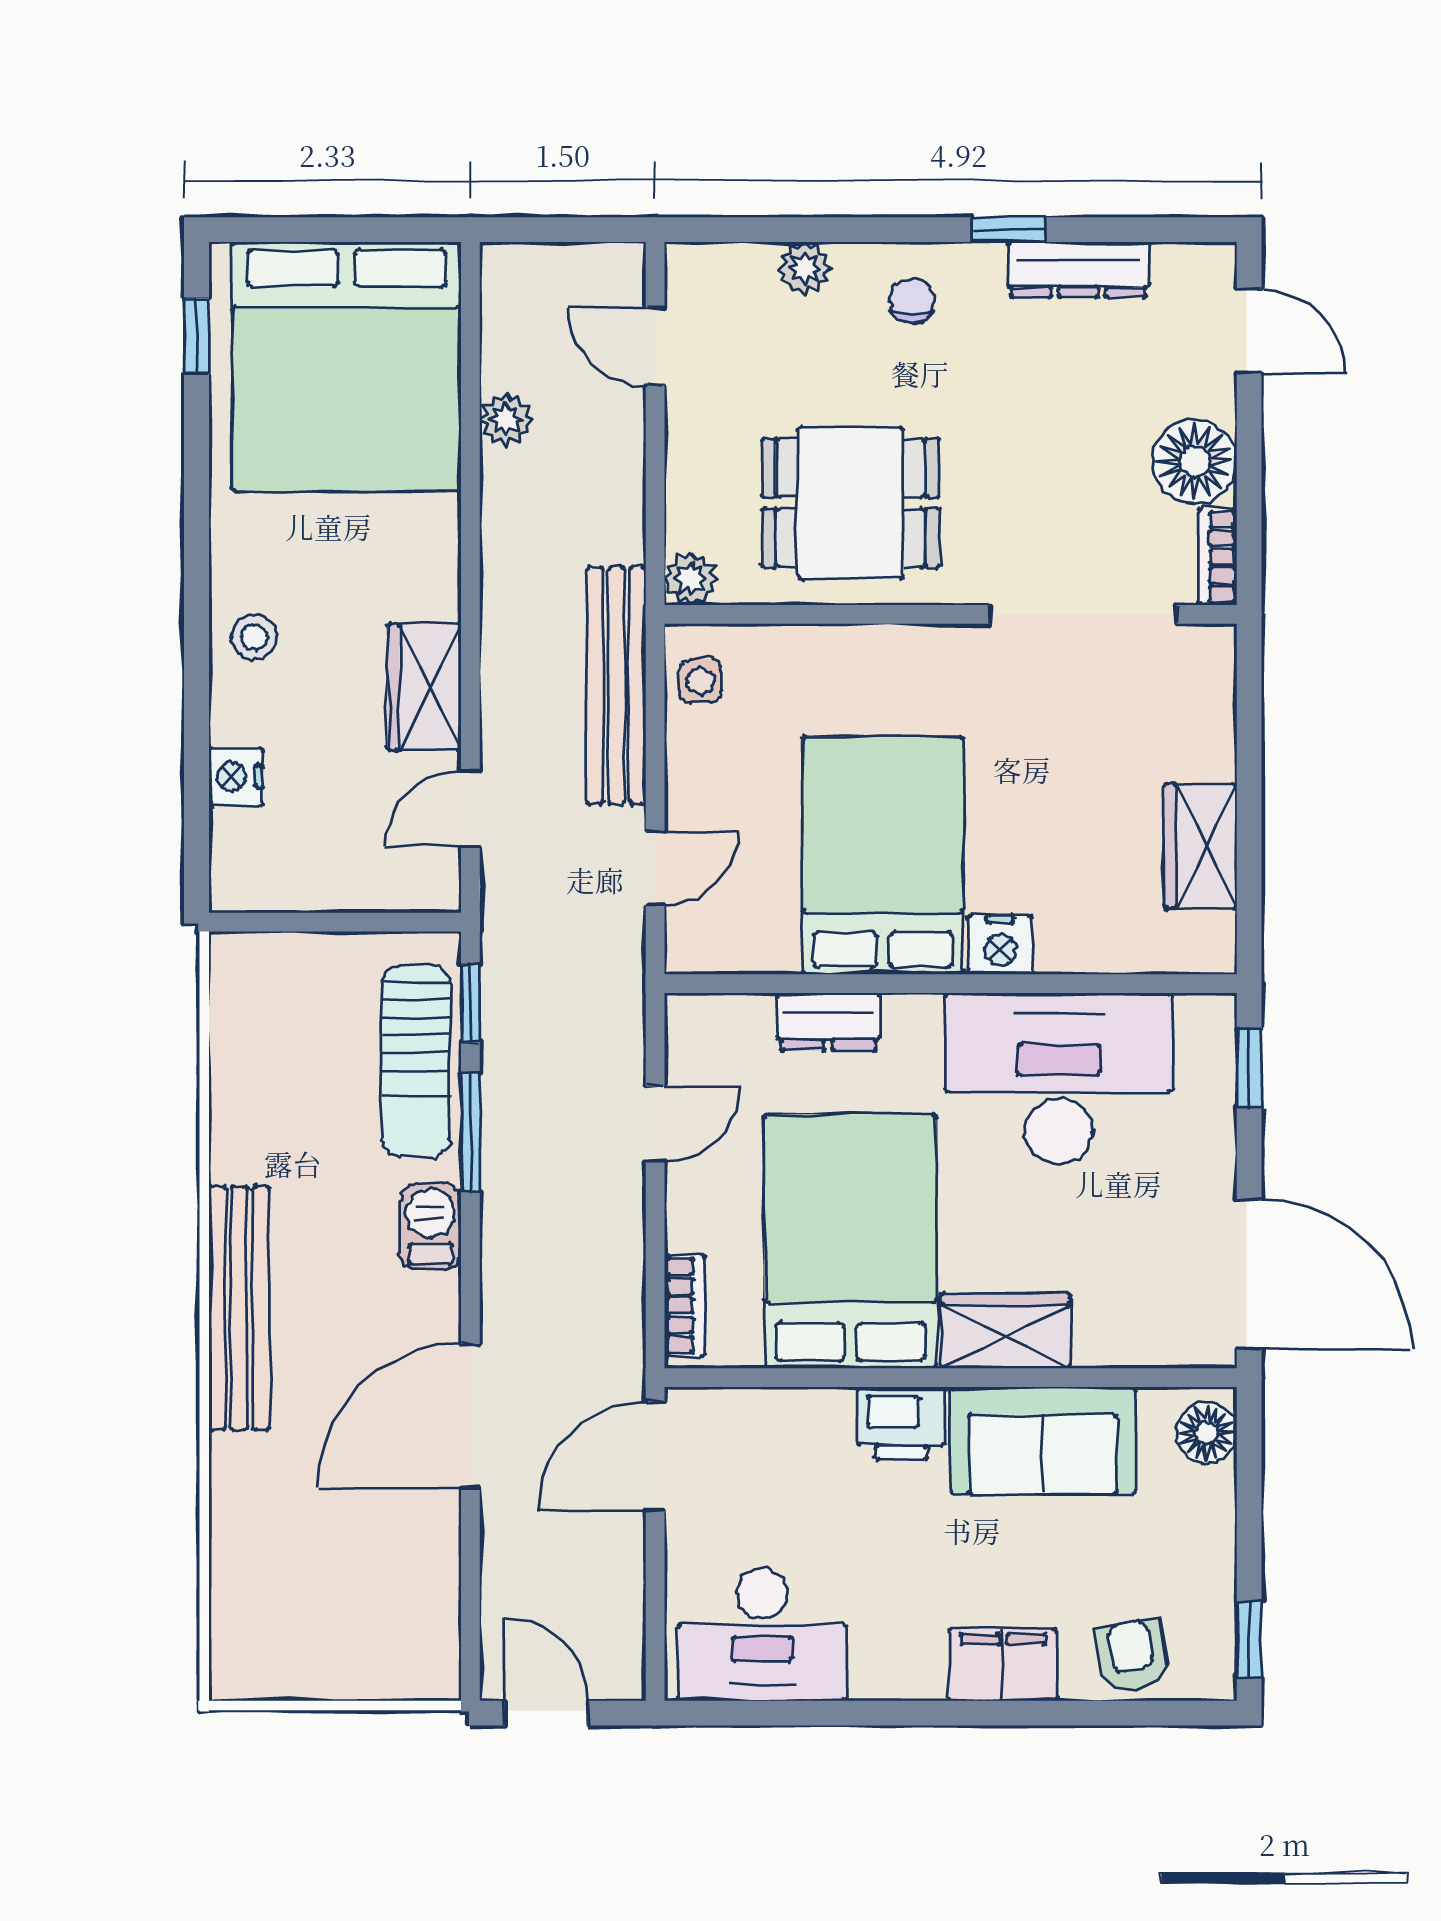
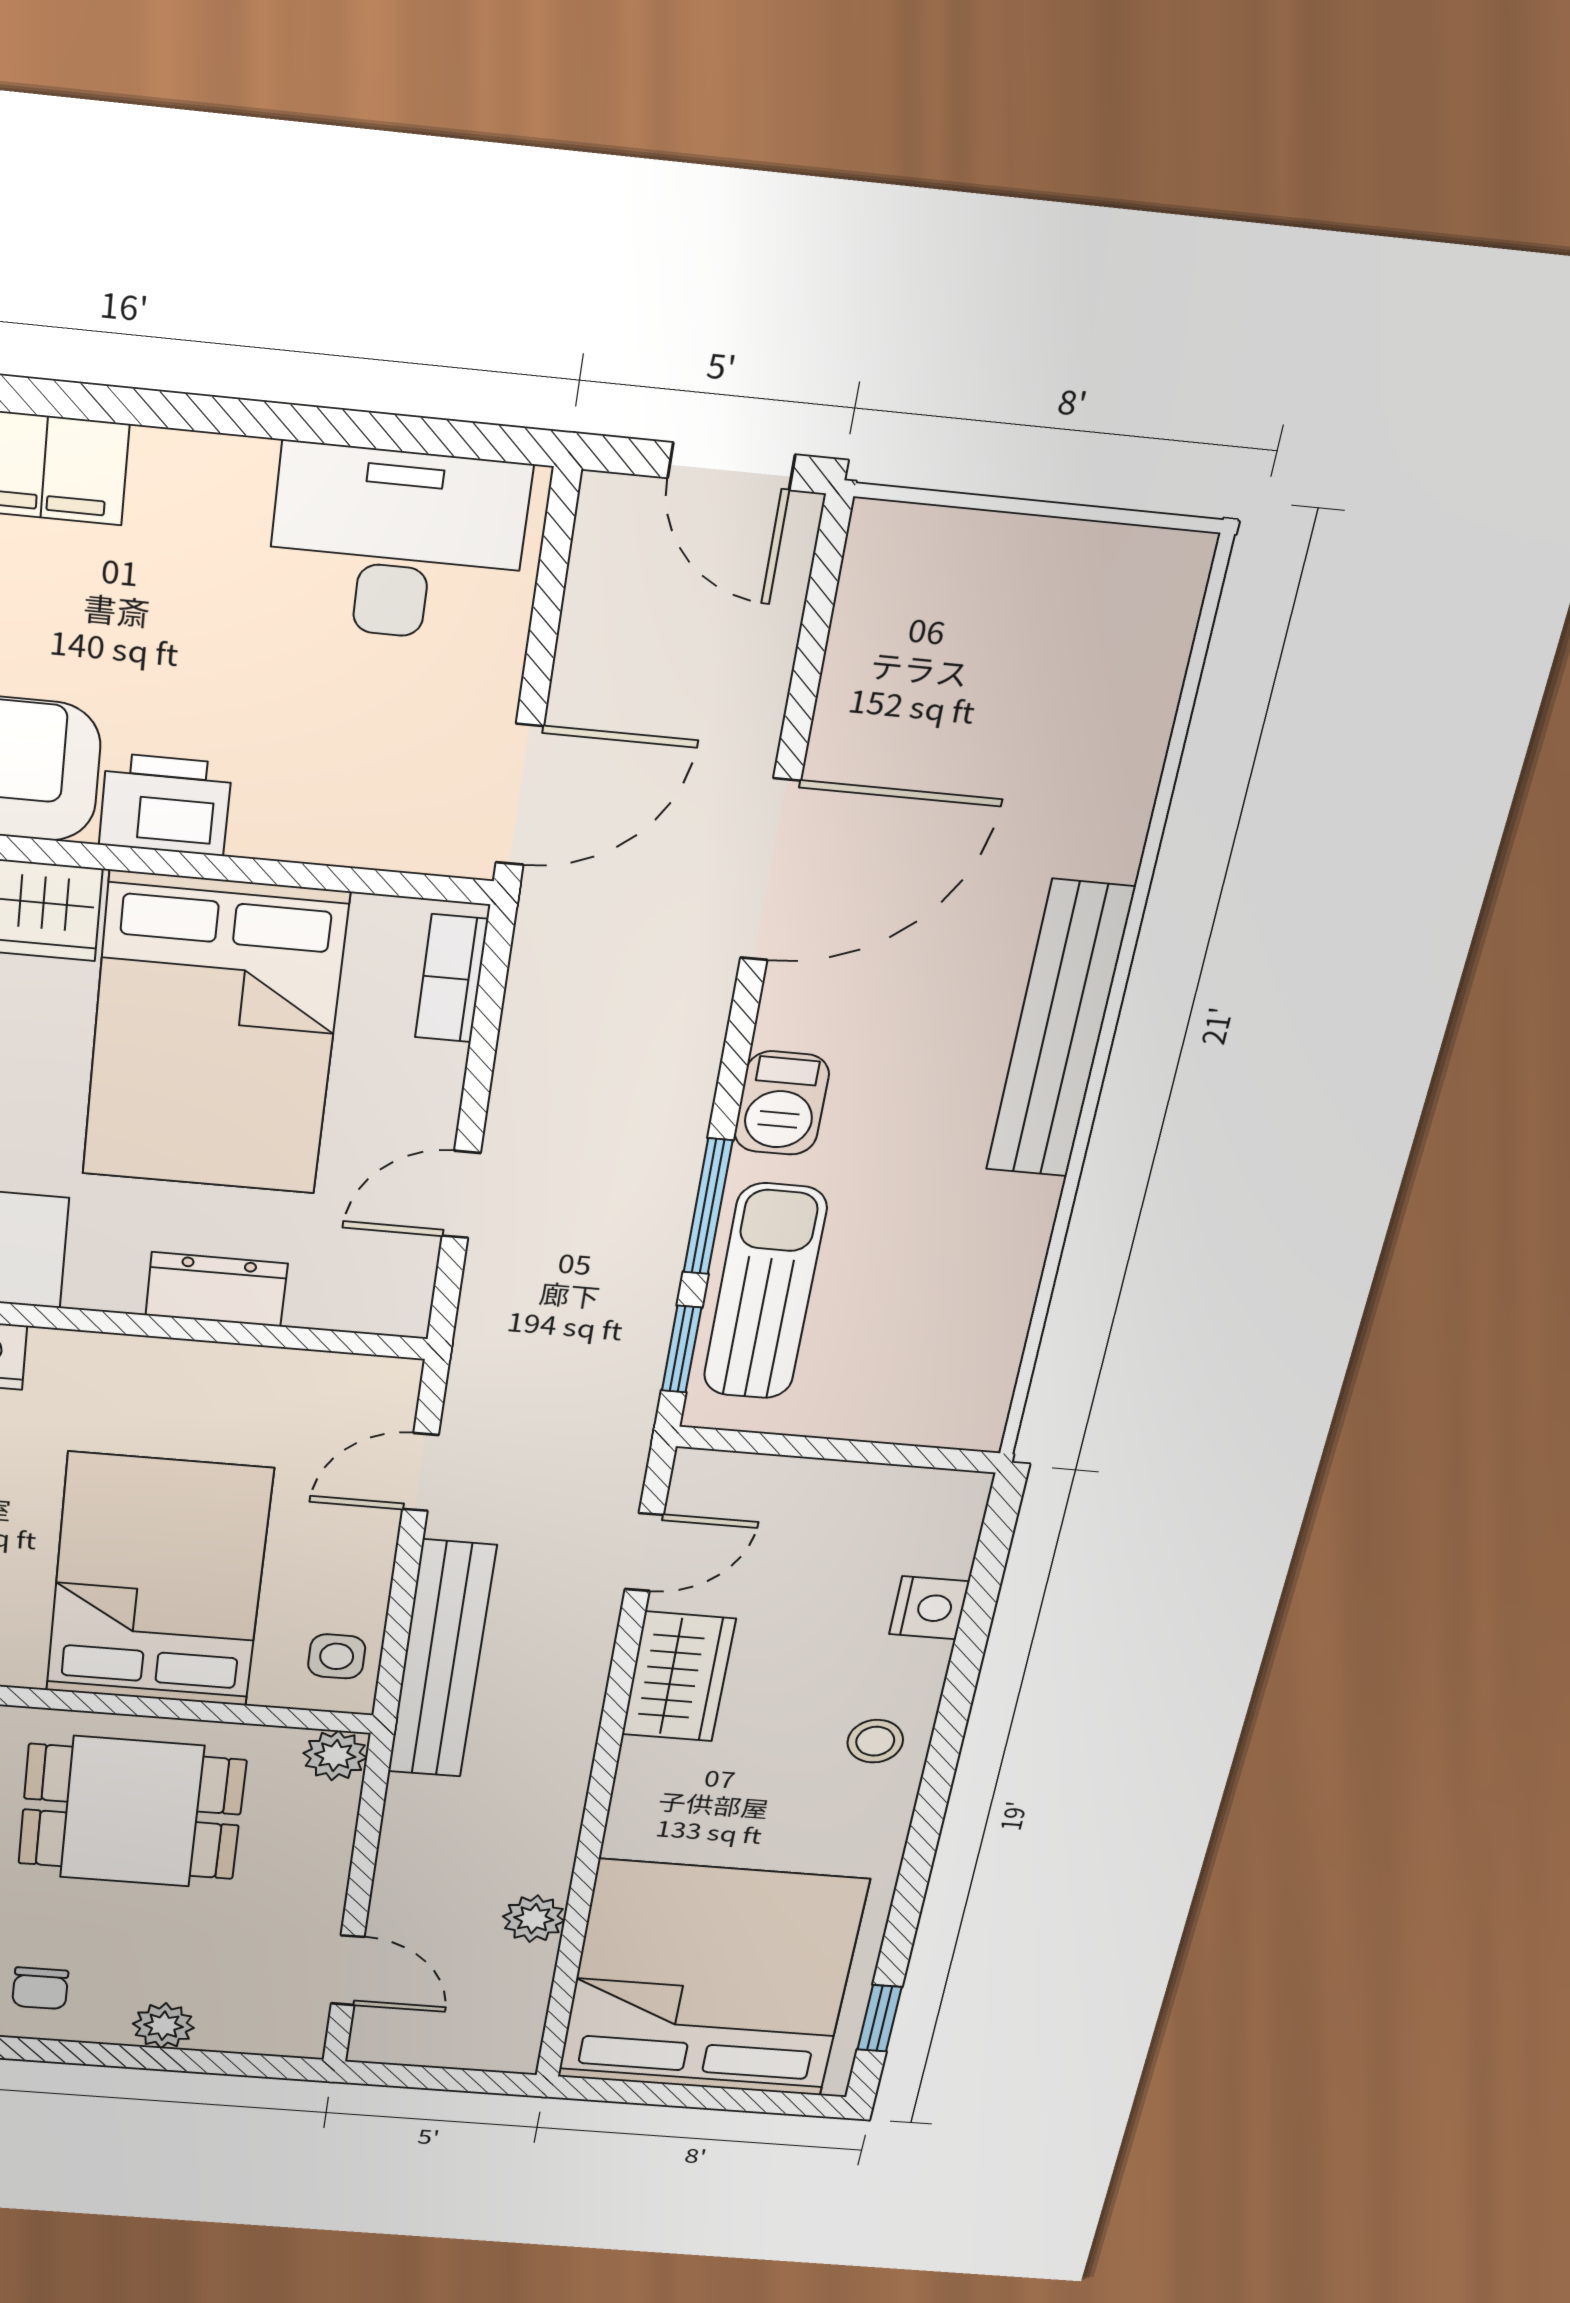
bed: (883, 856) -> (159, 1581), moved, turned 180

